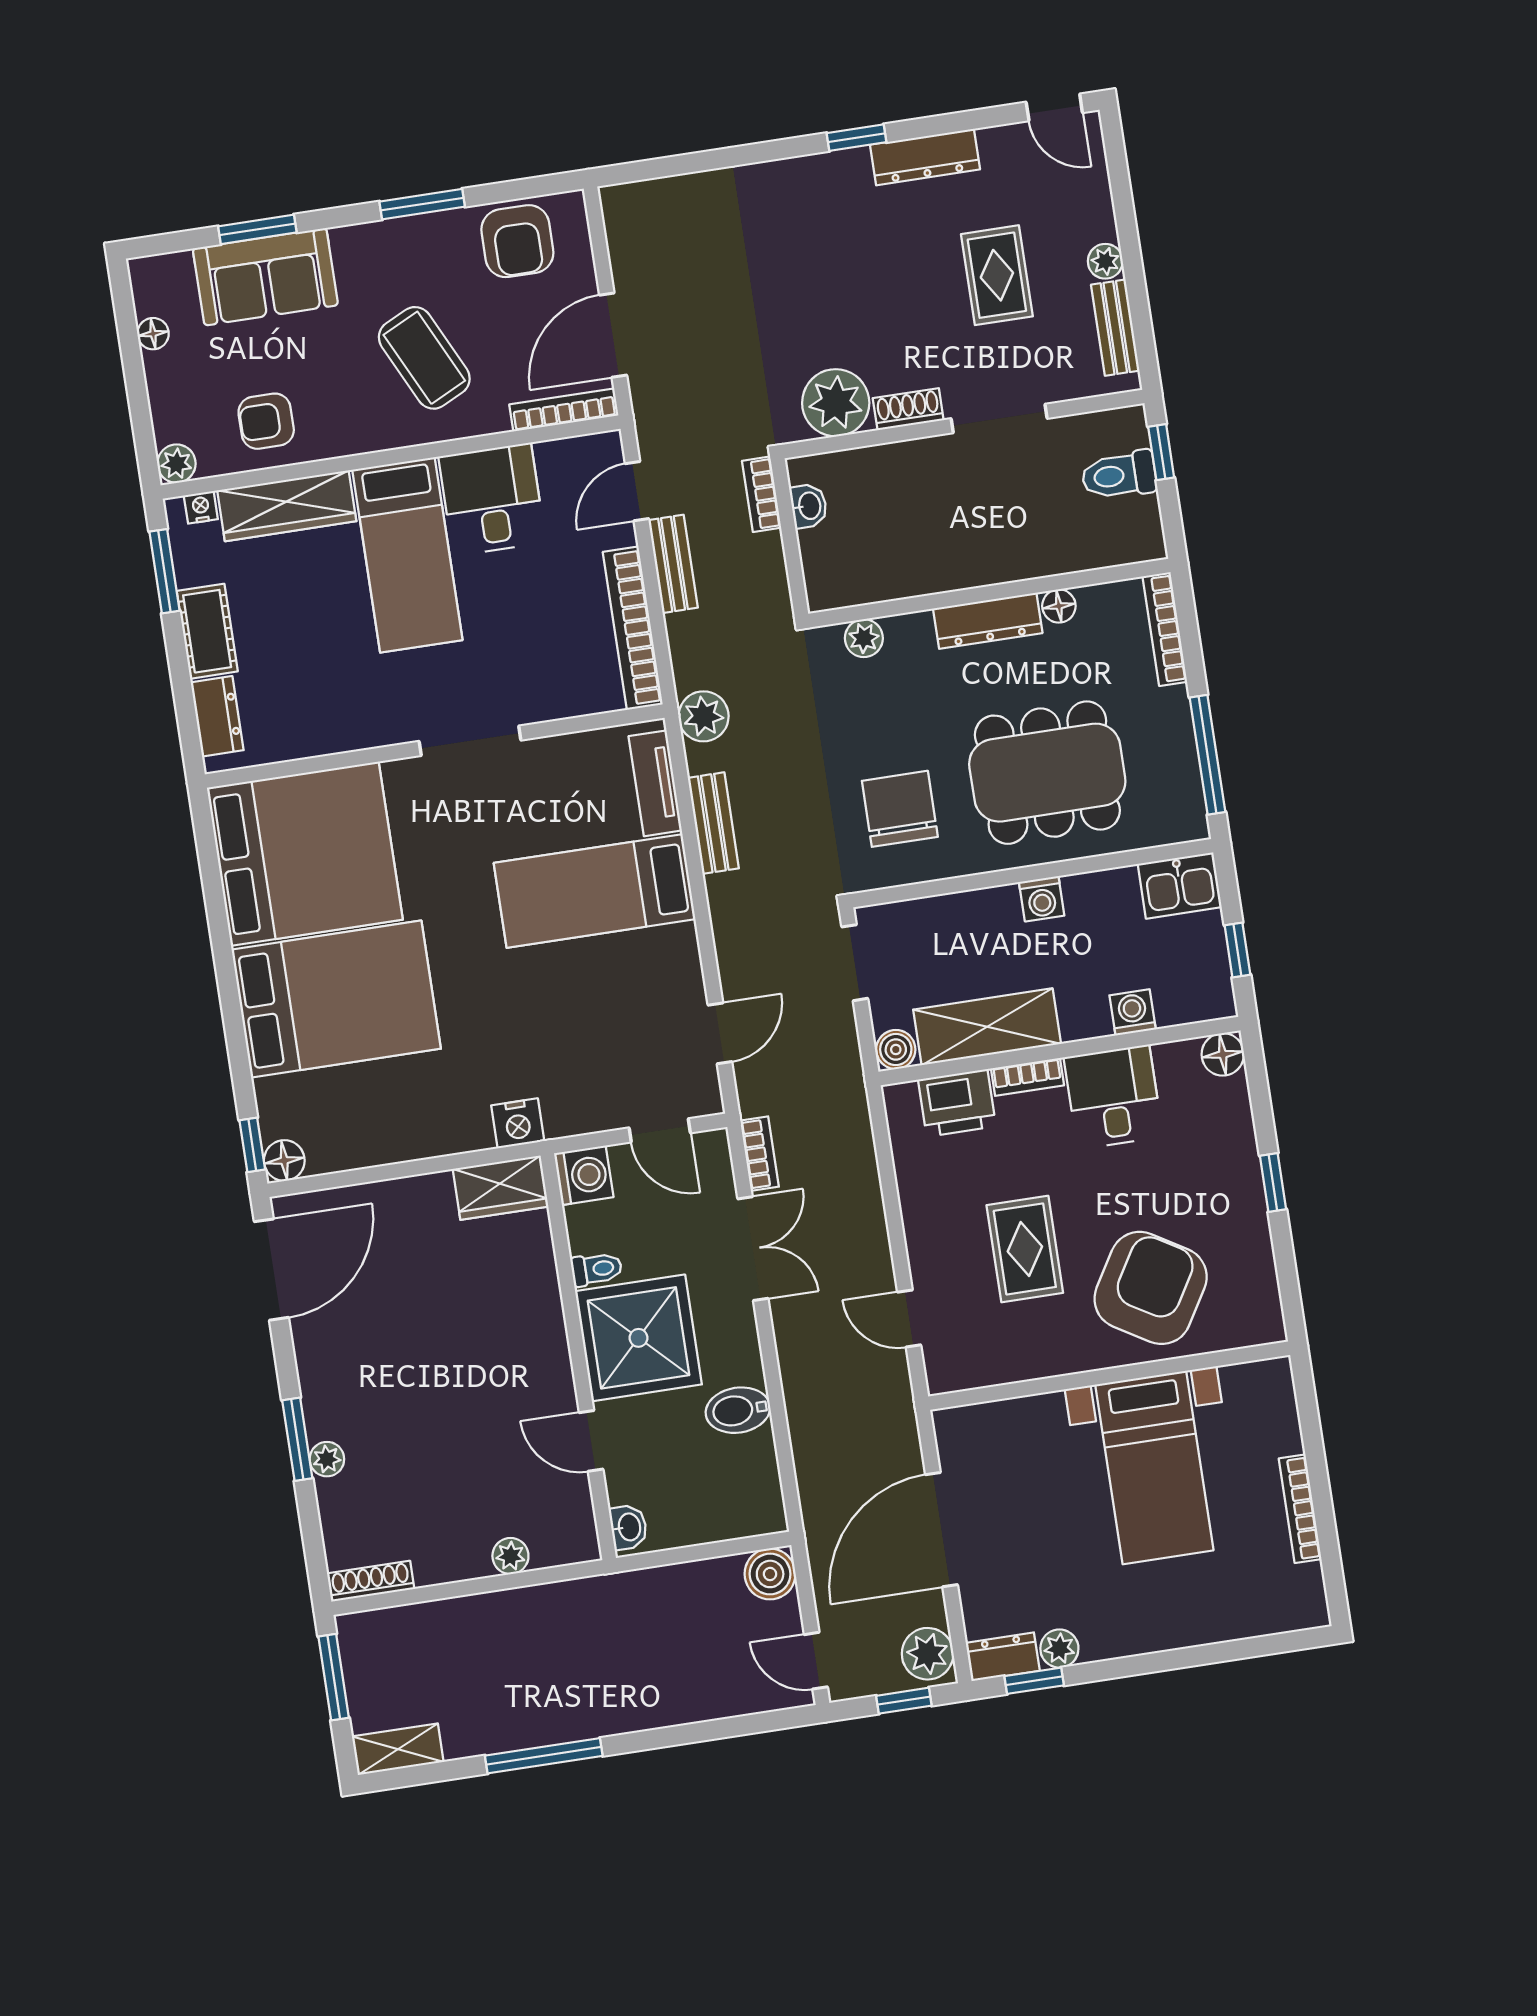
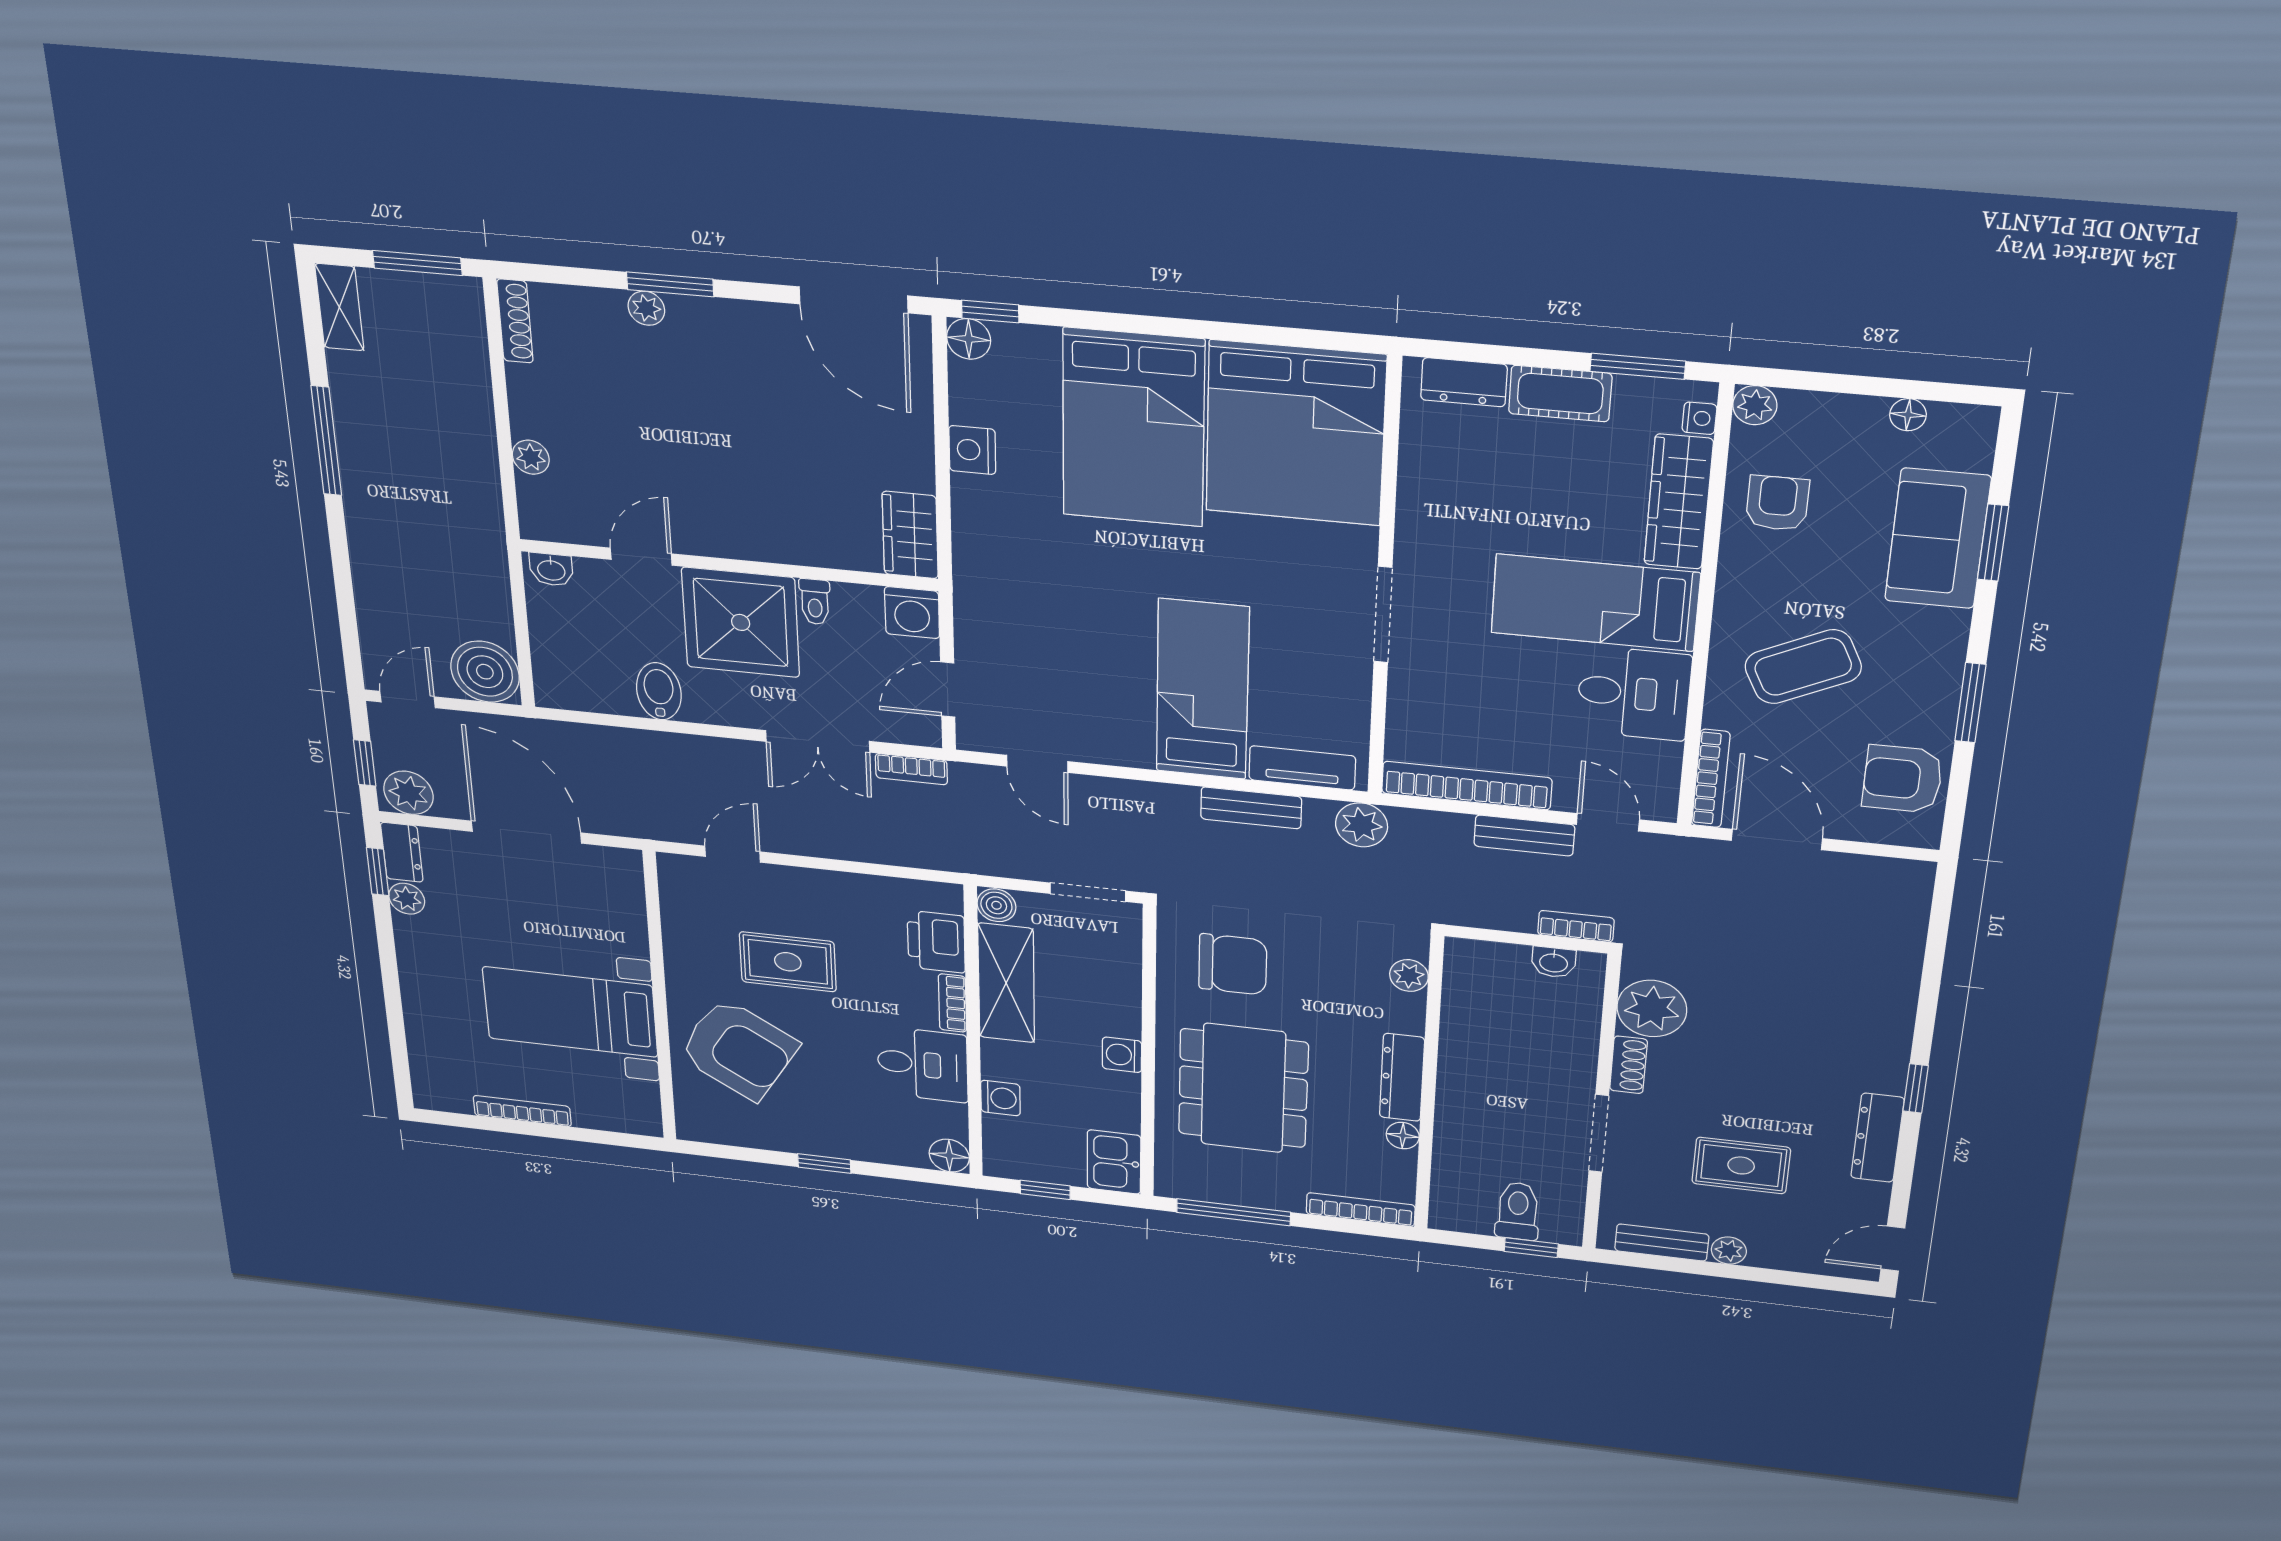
nightstand: (518, 1123) -> (972, 450), moved
boiler: (770, 1574) -> (485, 672), width x1.37, depth x1.37

